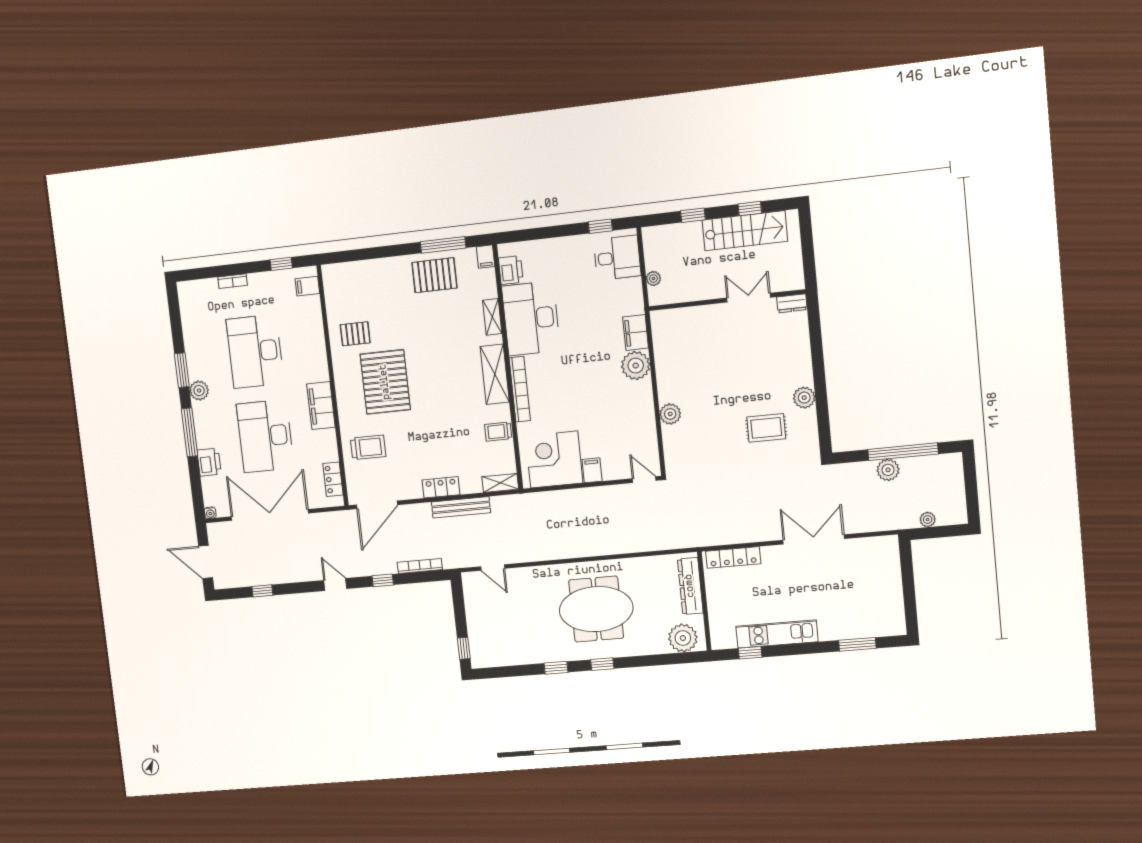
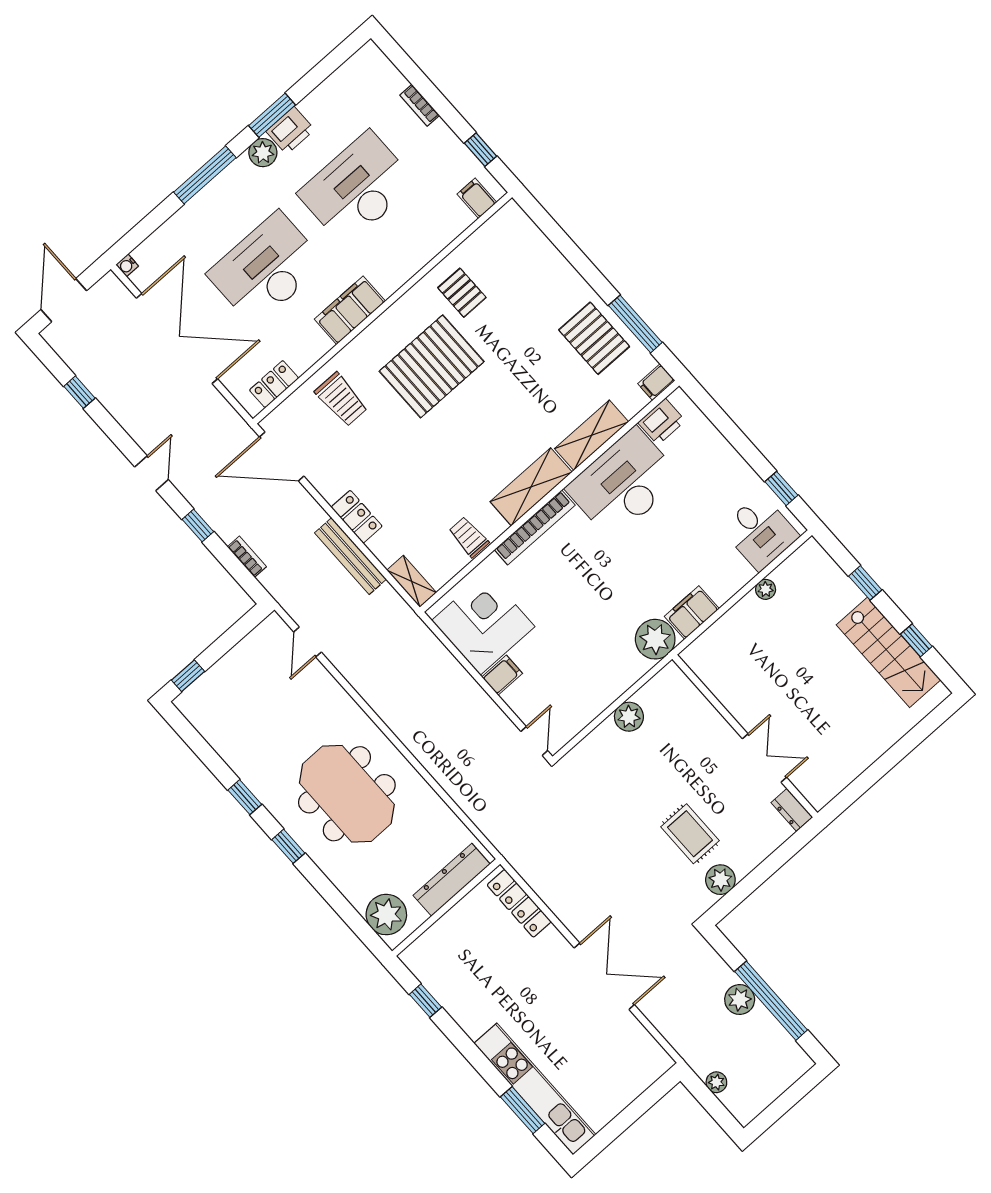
double door: (749, 298) -> (765, 758), moved
wall: (727, 300) -> (745, 736), moved
dresser: (792, 303) -> (792, 810), moved
shelving: (492, 317) -> (592, 435), width x1.50, depth x1.33
plant: (804, 398) -> (720, 880), moved
printer: (209, 462) -> (290, 130), moved
bookcase: (420, 566) -> (247, 557), width x0.64
kitchen unit: (777, 634) -> (535, 1089), moved, width x1.36

